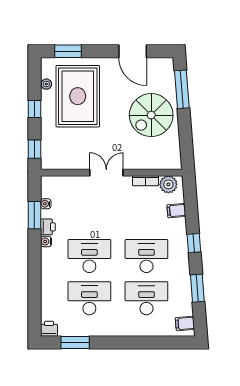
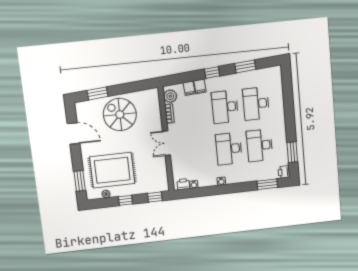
door: (133, 51) -> (73, 133), hinge flipped
window: (182, 89) -> (98, 93), width x0.69
spiral stairs: (151, 115) -> (120, 115), turned 180
window: (34, 215) -> (267, 184), moved
printer: (48, 227) -> (183, 184), moved
filing cabinet: (185, 323) -> (200, 86), moved

